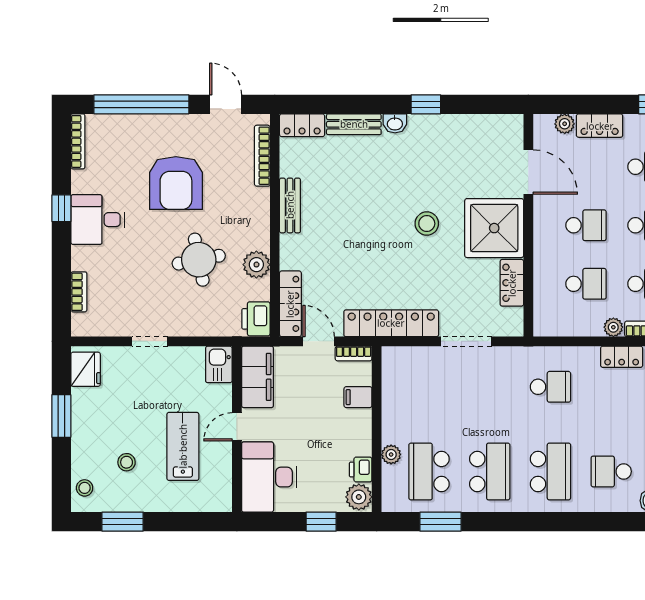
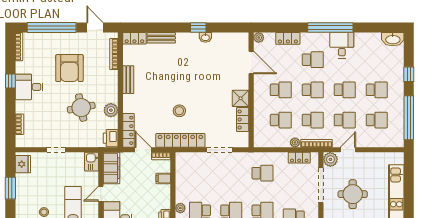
washbasin: (395, 123) -> (205, 37), moved
plant: (565, 124) -> (259, 38), moved
stool: (427, 224) -> (179, 111), moved
shower: (494, 228) -> (241, 98), width x0.54, depth x0.54

